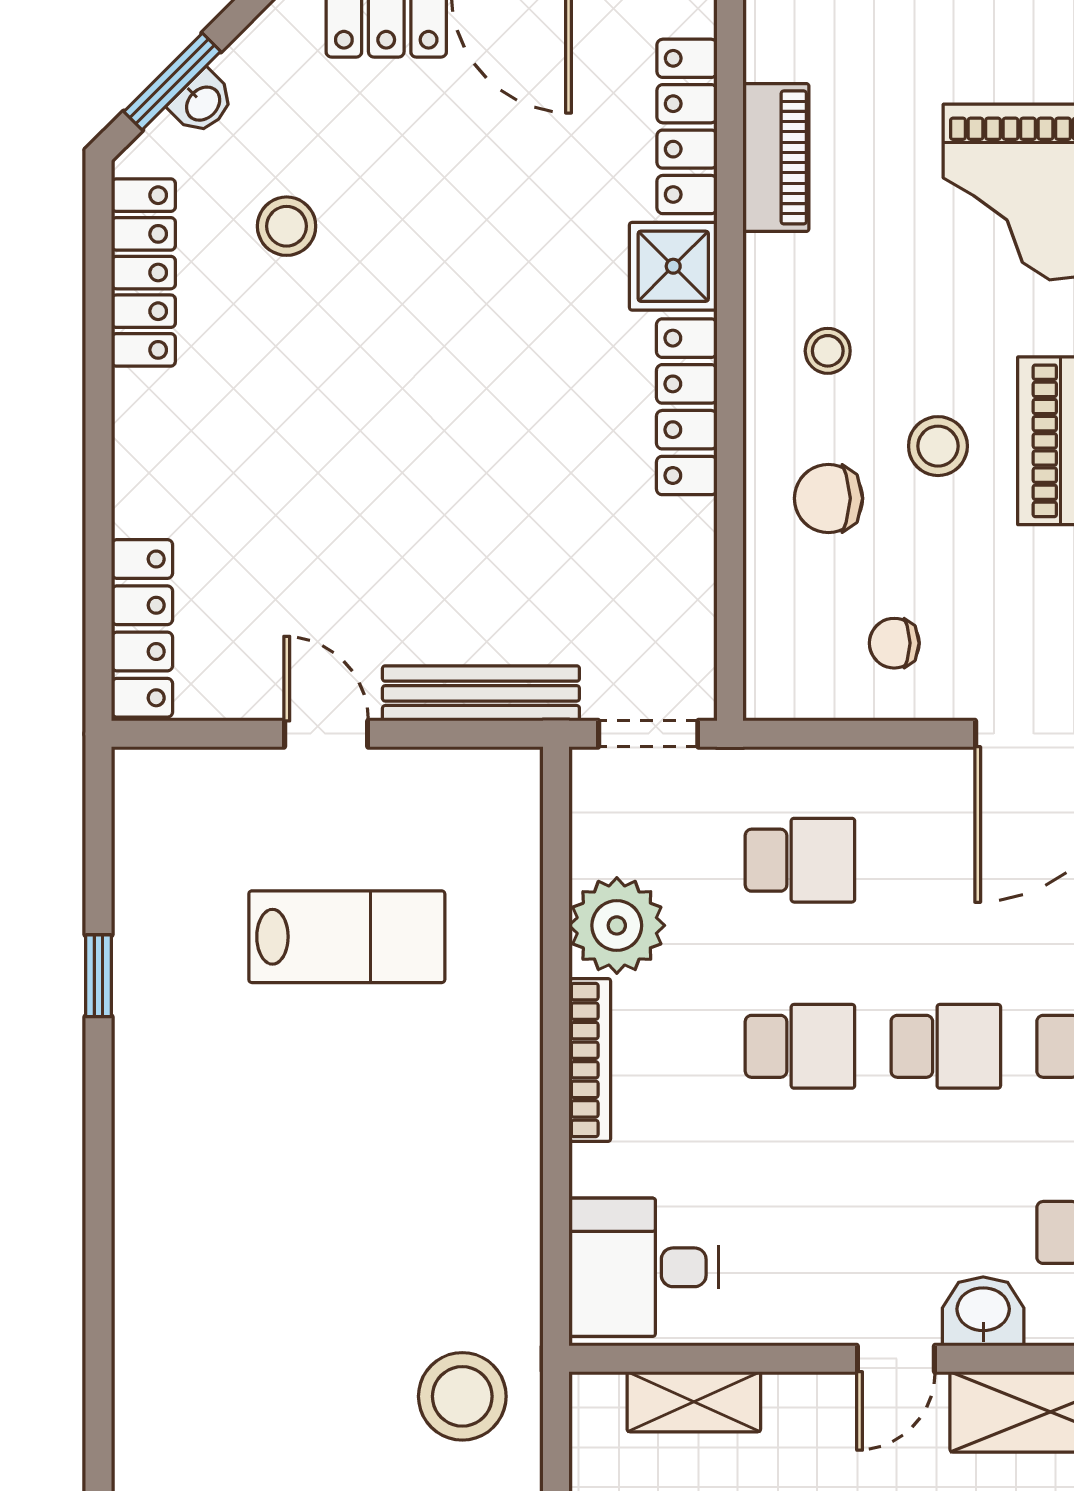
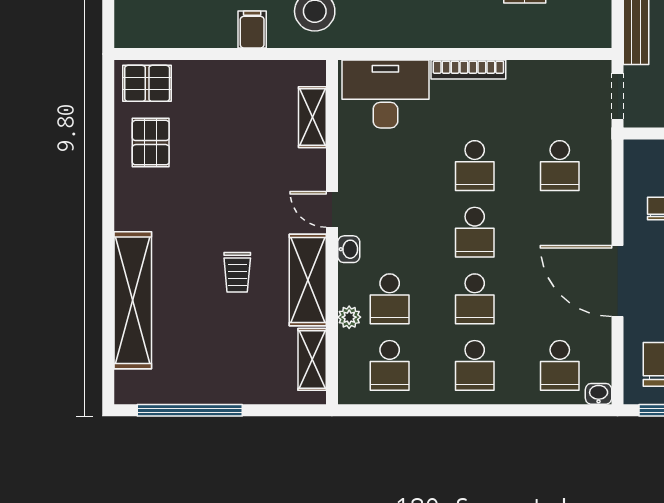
plant: (617, 925) -> (530, 82), removed
desk: (643, 1267) -> (385, 94), width x1.37
washbasin: (983, 1311) -> (349, 249), width x0.72, depth x0.69

